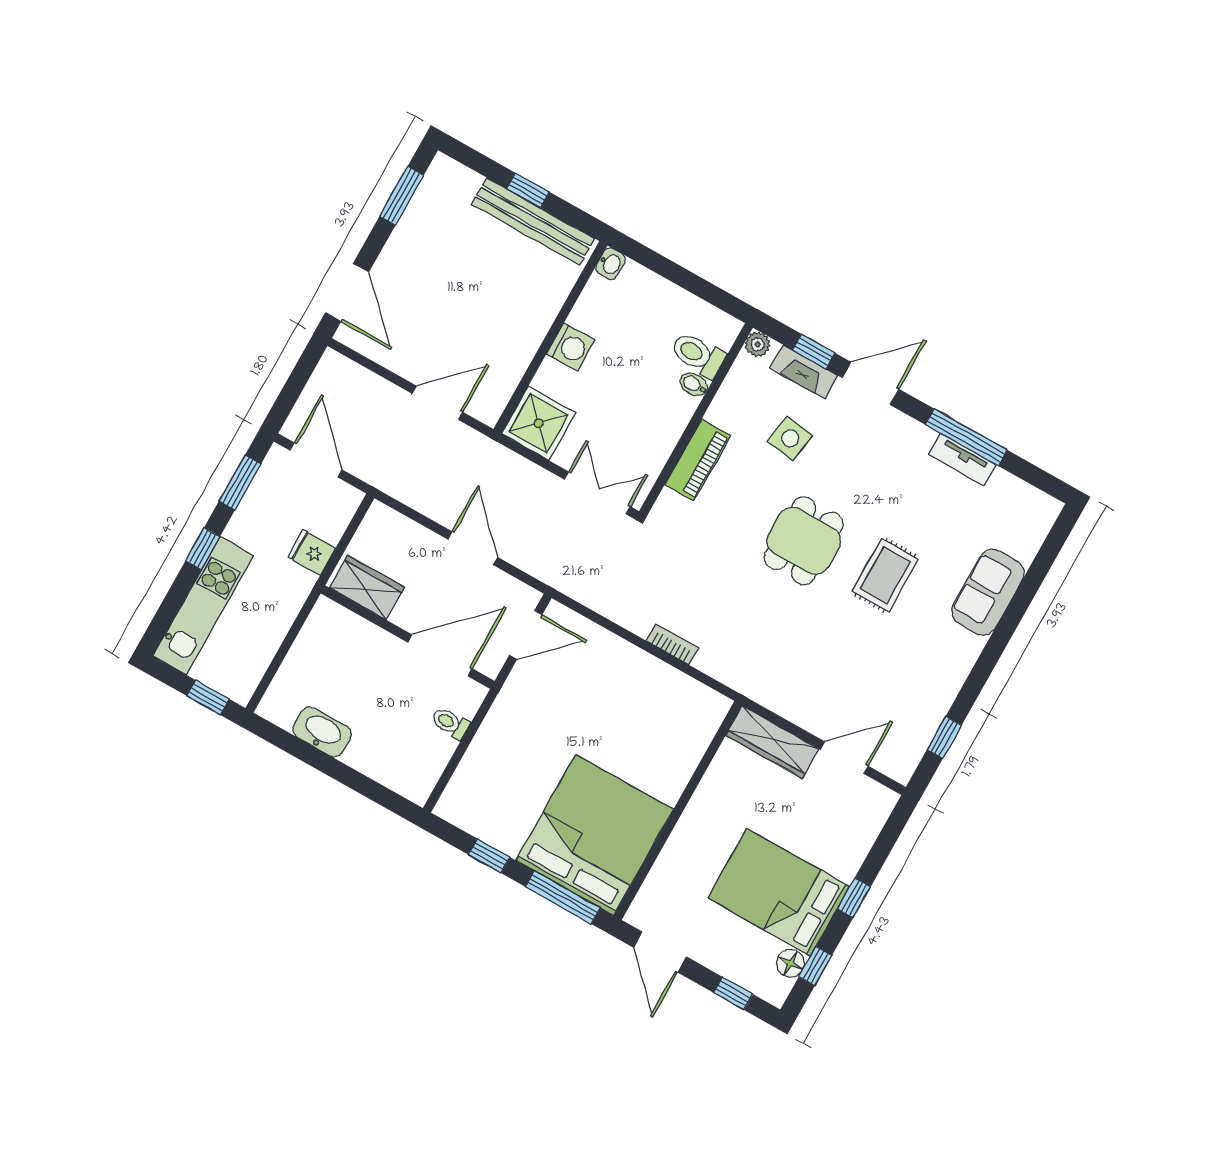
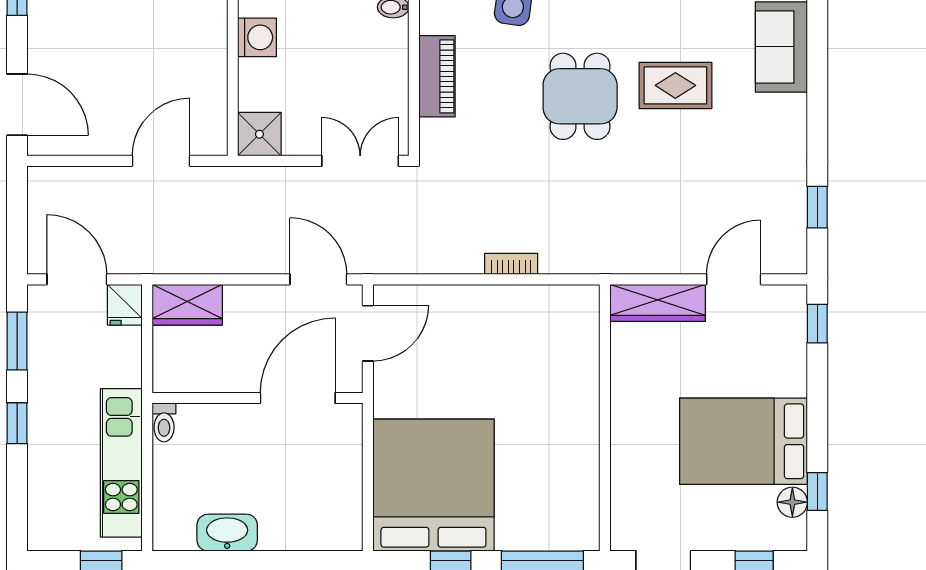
shower: (539, 423) -> (259, 134), width x0.73, depth x0.73
door: (473, 548) -> (318, 279), moved
fridge: (312, 552) -> (125, 305), moved, turned -90
rug: (885, 575) -> (675, 85), turned 90
wardrobe: (367, 587) -> (187, 305), moved, turned 180
kitchen unit: (203, 606) -> (121, 463), moved, turned 180
toilet: (450, 723) -> (164, 422), moved, turned -90
bed: (595, 835) -> (433, 485), moved
window: (854, 898) -> (817, 324), moved

